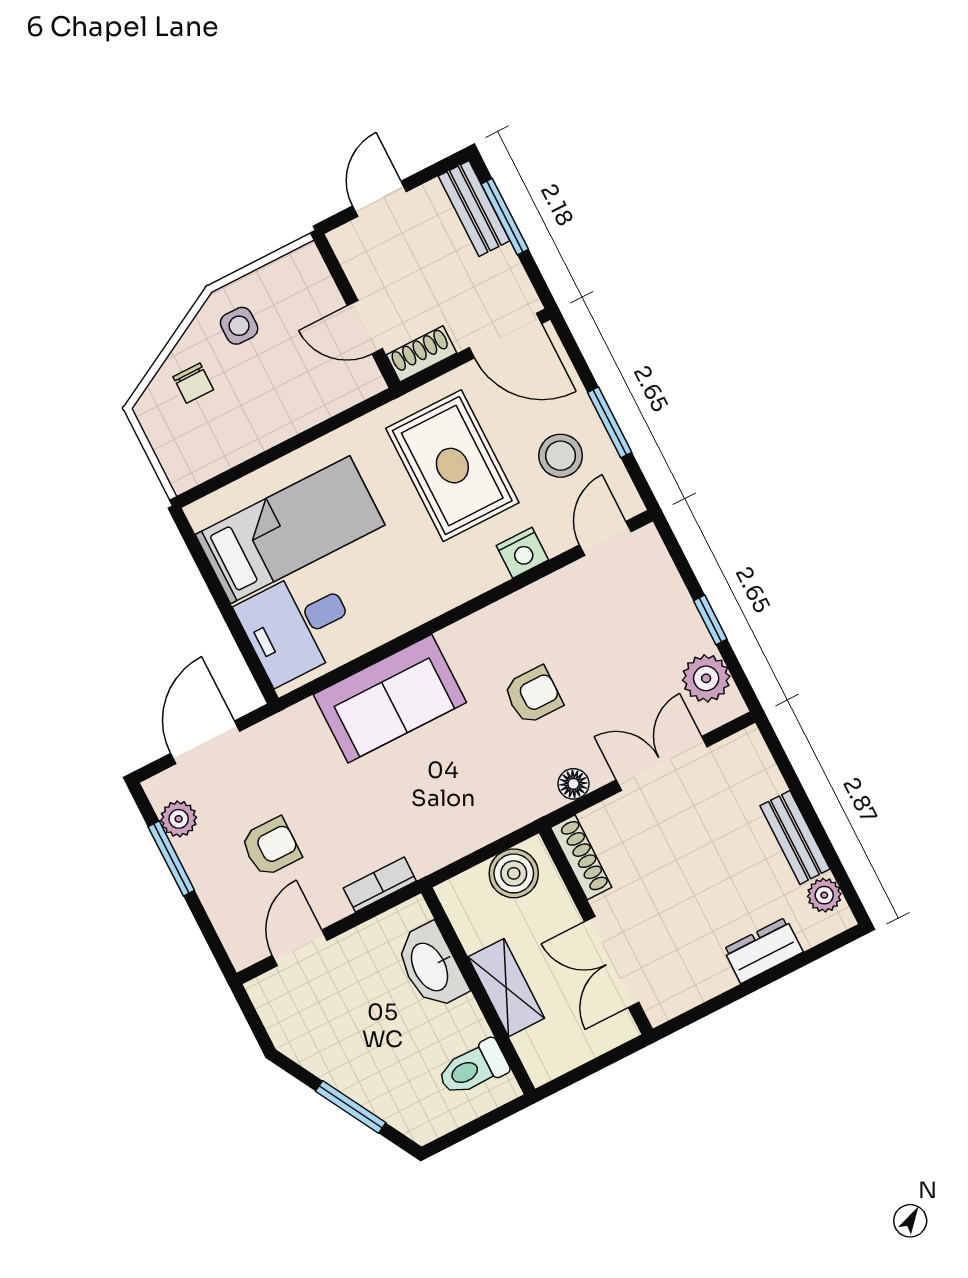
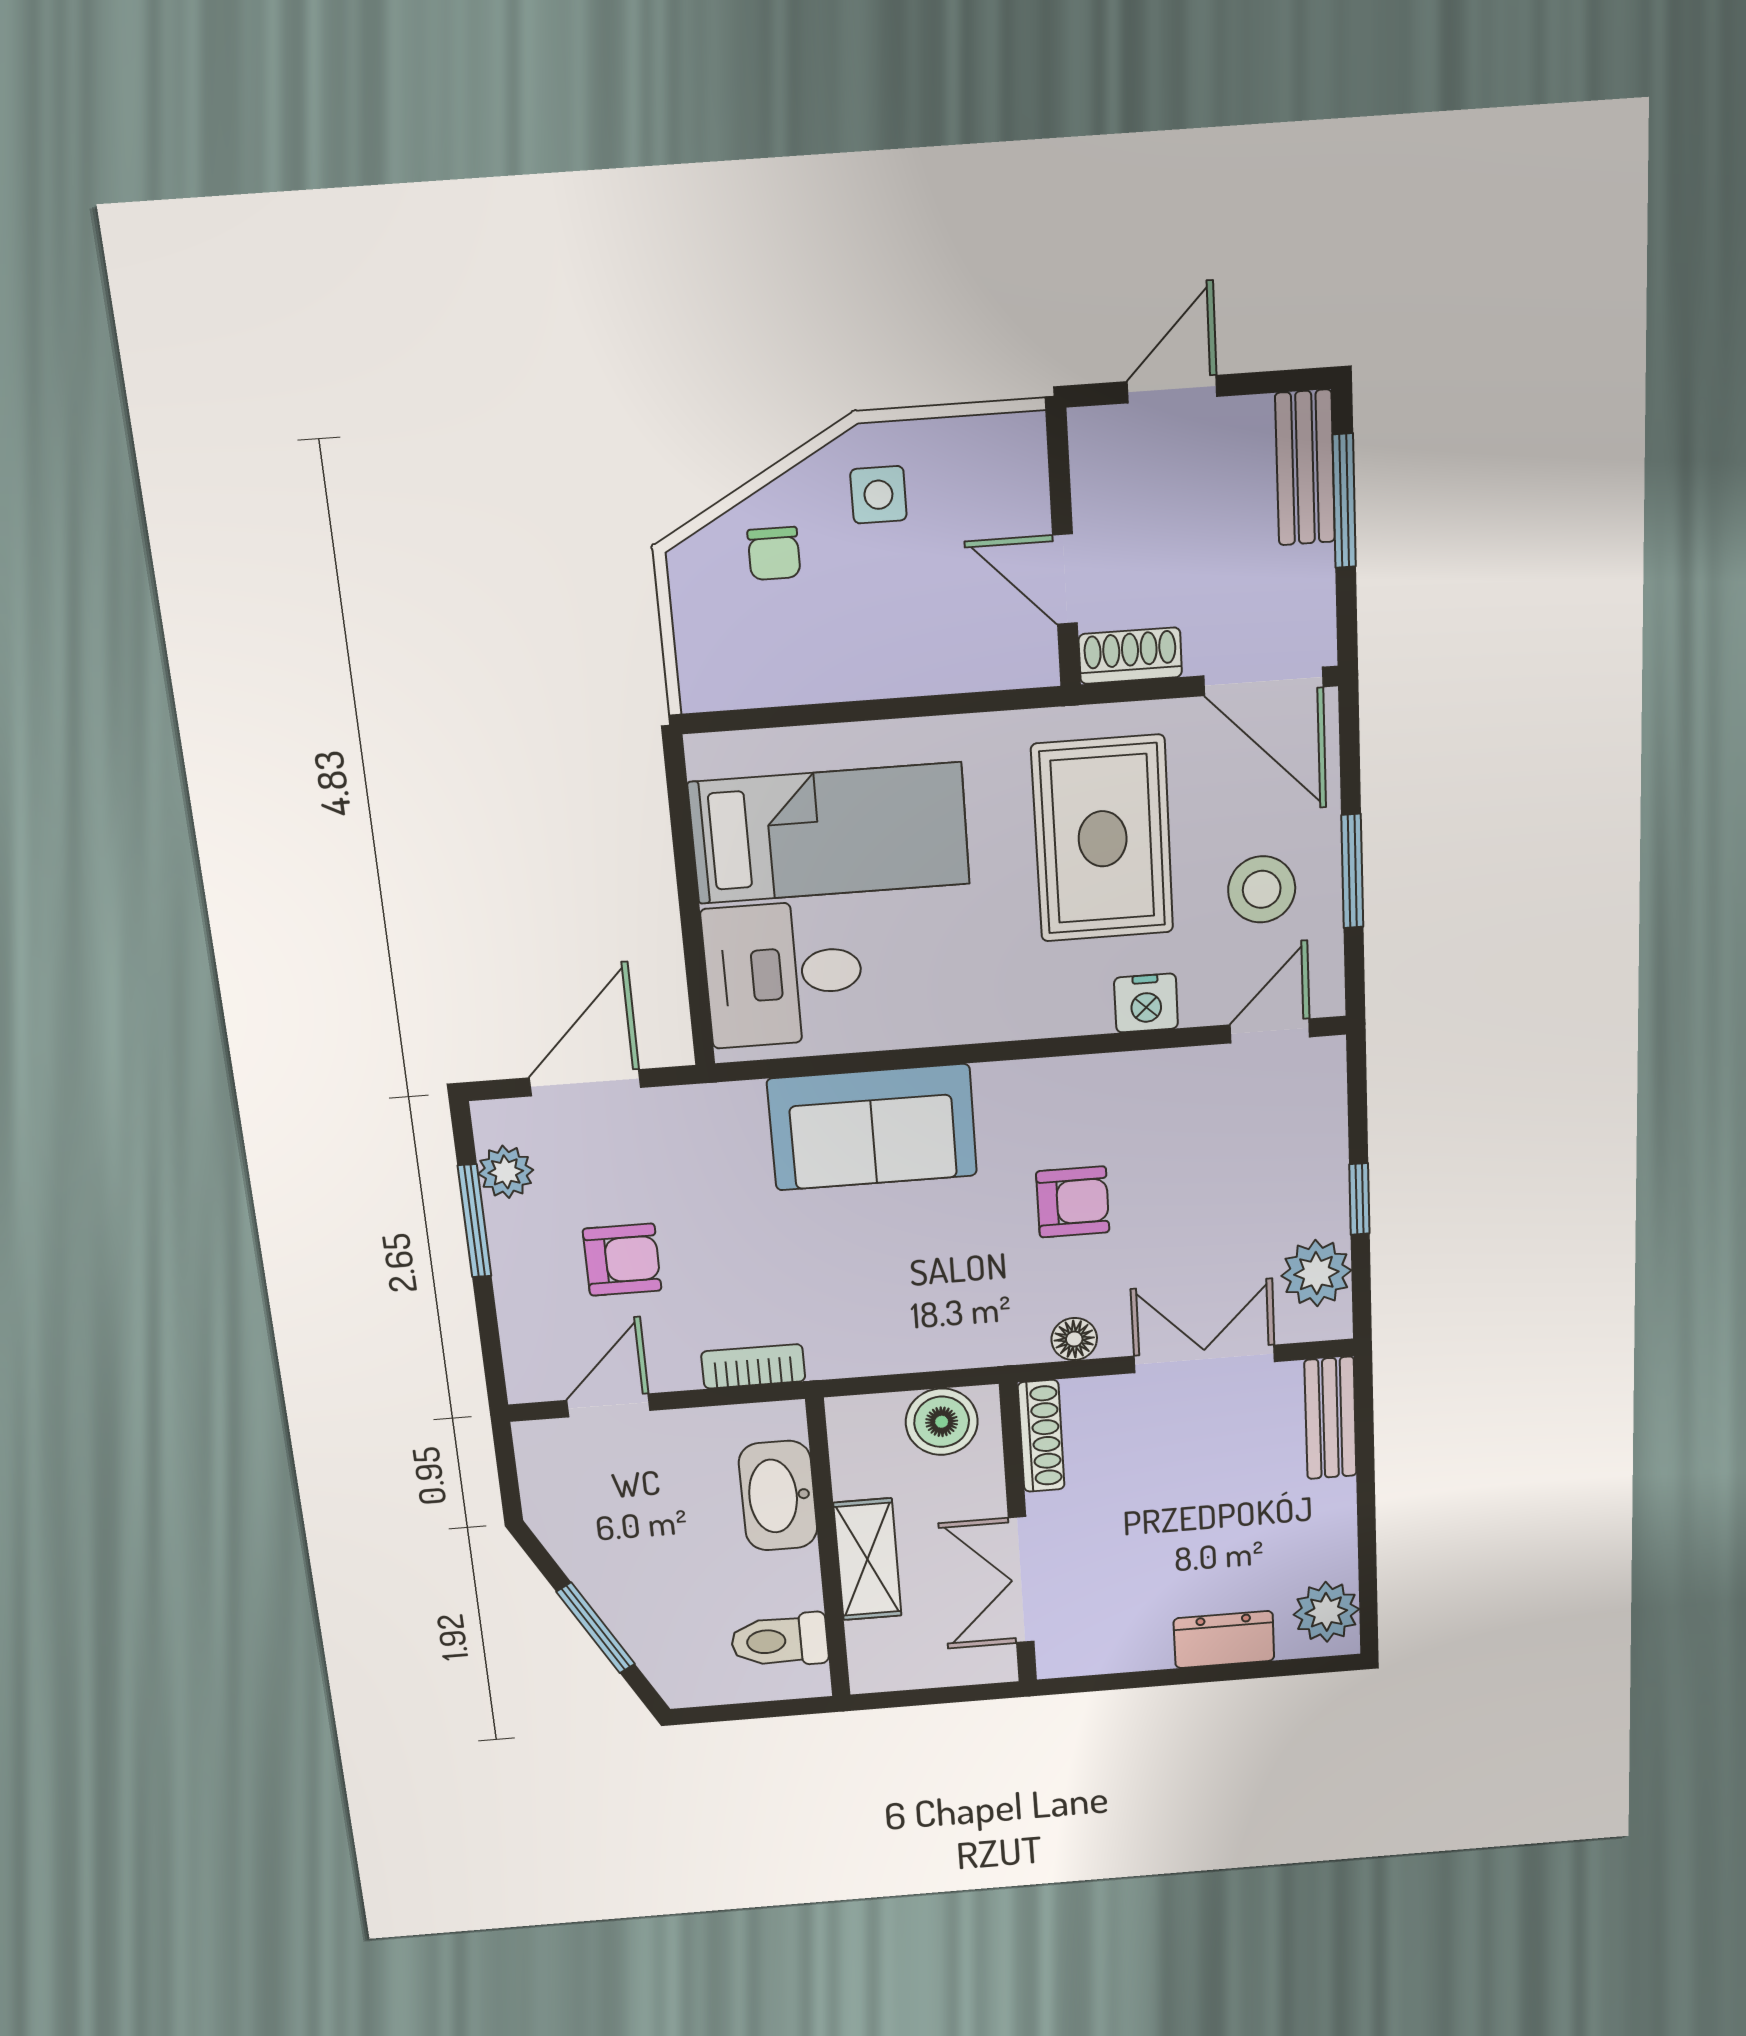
bench: (795, 837) -> (1330, 1418), moved
plant: (824, 895) -> (1326, 1612), width x1.38, depth x1.38

